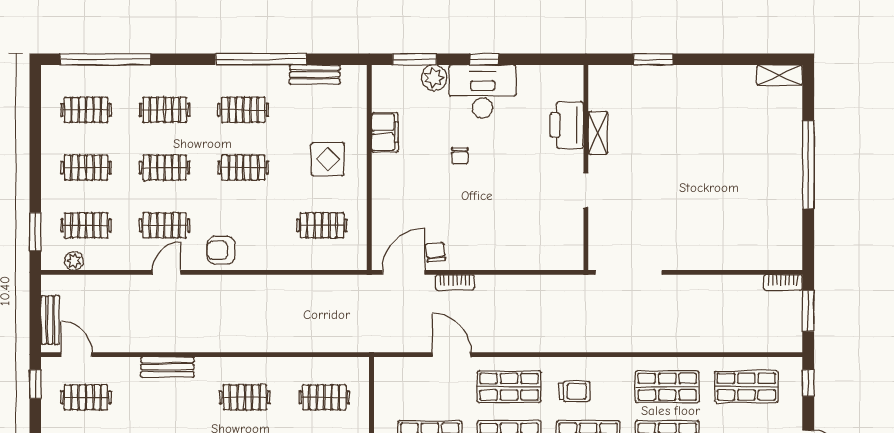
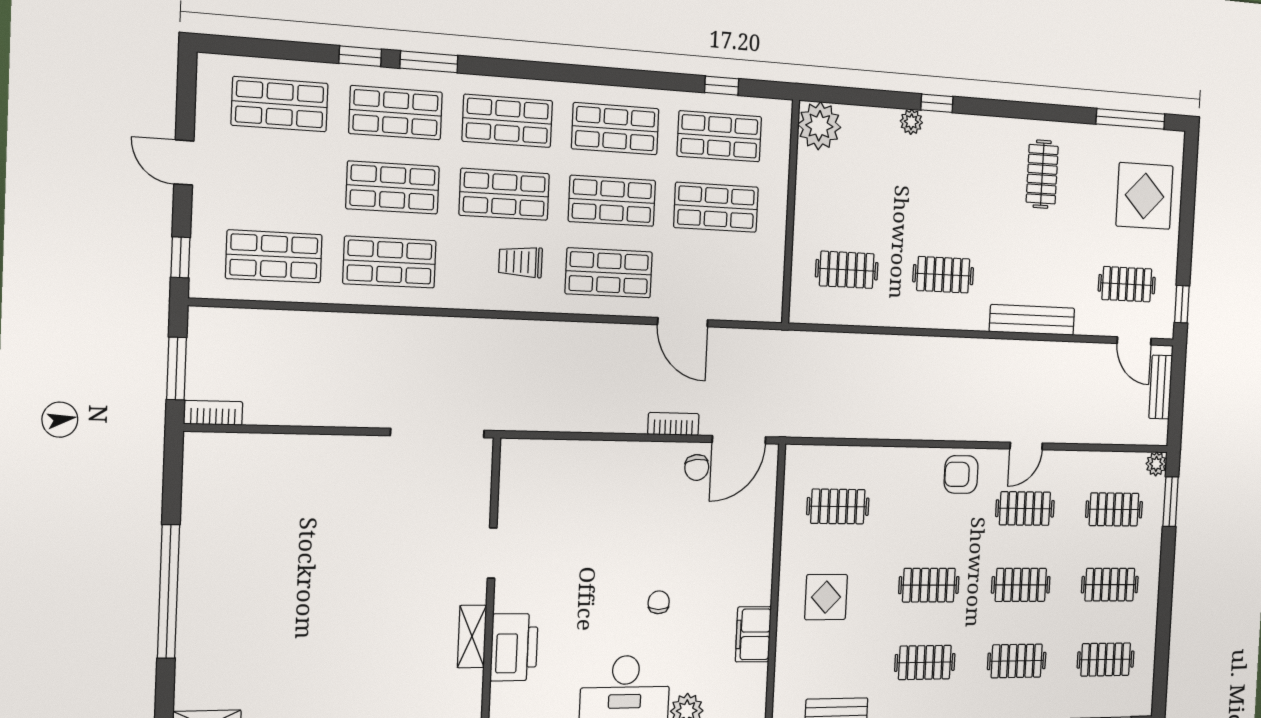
armchair: (221, 250) -> (961, 474), turned 180
plant: (74, 261) -> (1156, 464), moved
bench: (167, 367) -> (1032, 320), width x1.36

